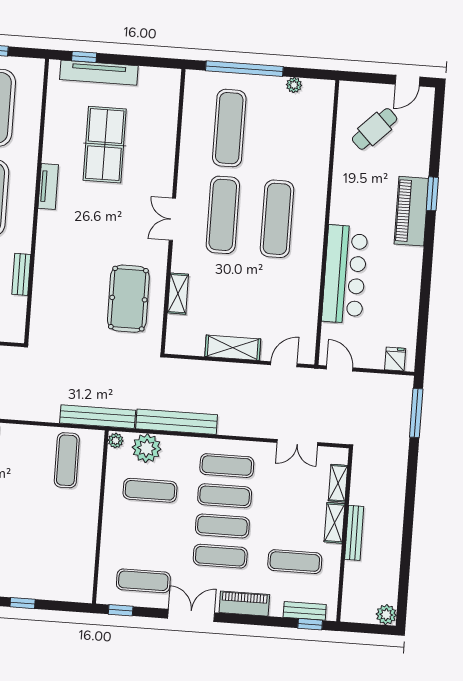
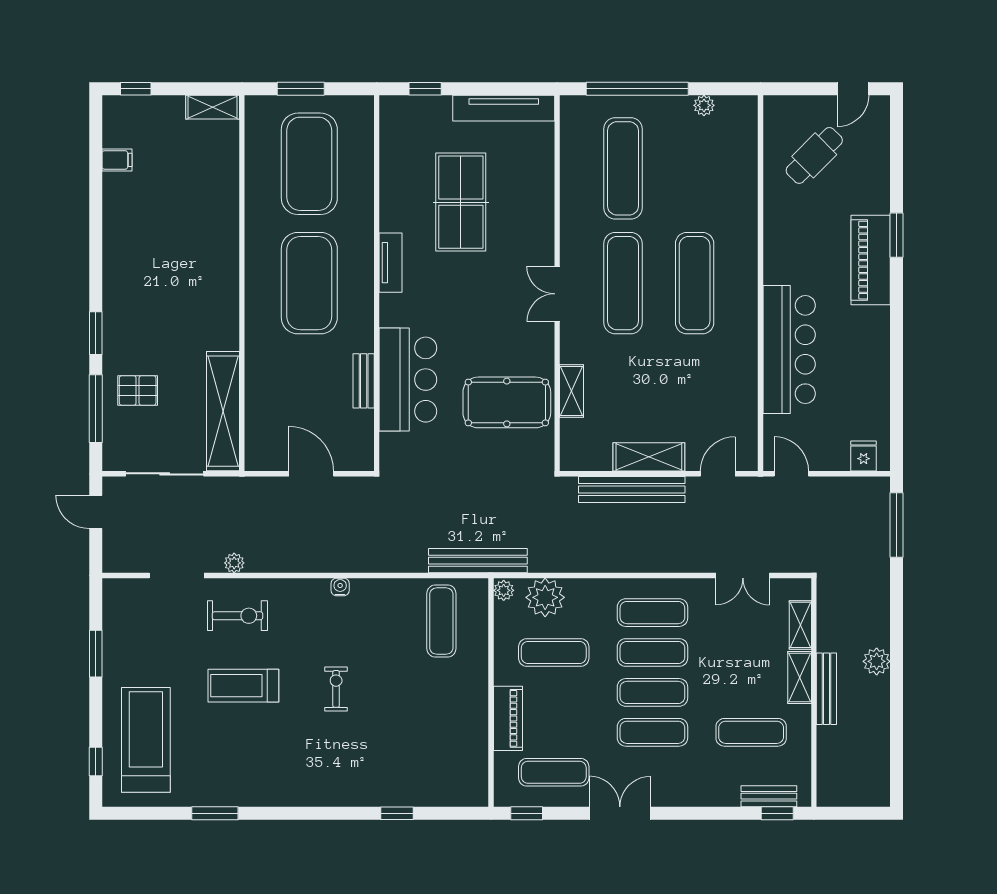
tv unit: (99, 73) -> (504, 108), moved
bar counter: (55, 276) -> (408, 380), added
pool table: (128, 299) -> (507, 402), turned 90
bench: (177, 422) -> (632, 490), moved
piano: (244, 604) -> (508, 718), moved, turned 90
plant: (386, 615) -> (877, 661), moved

